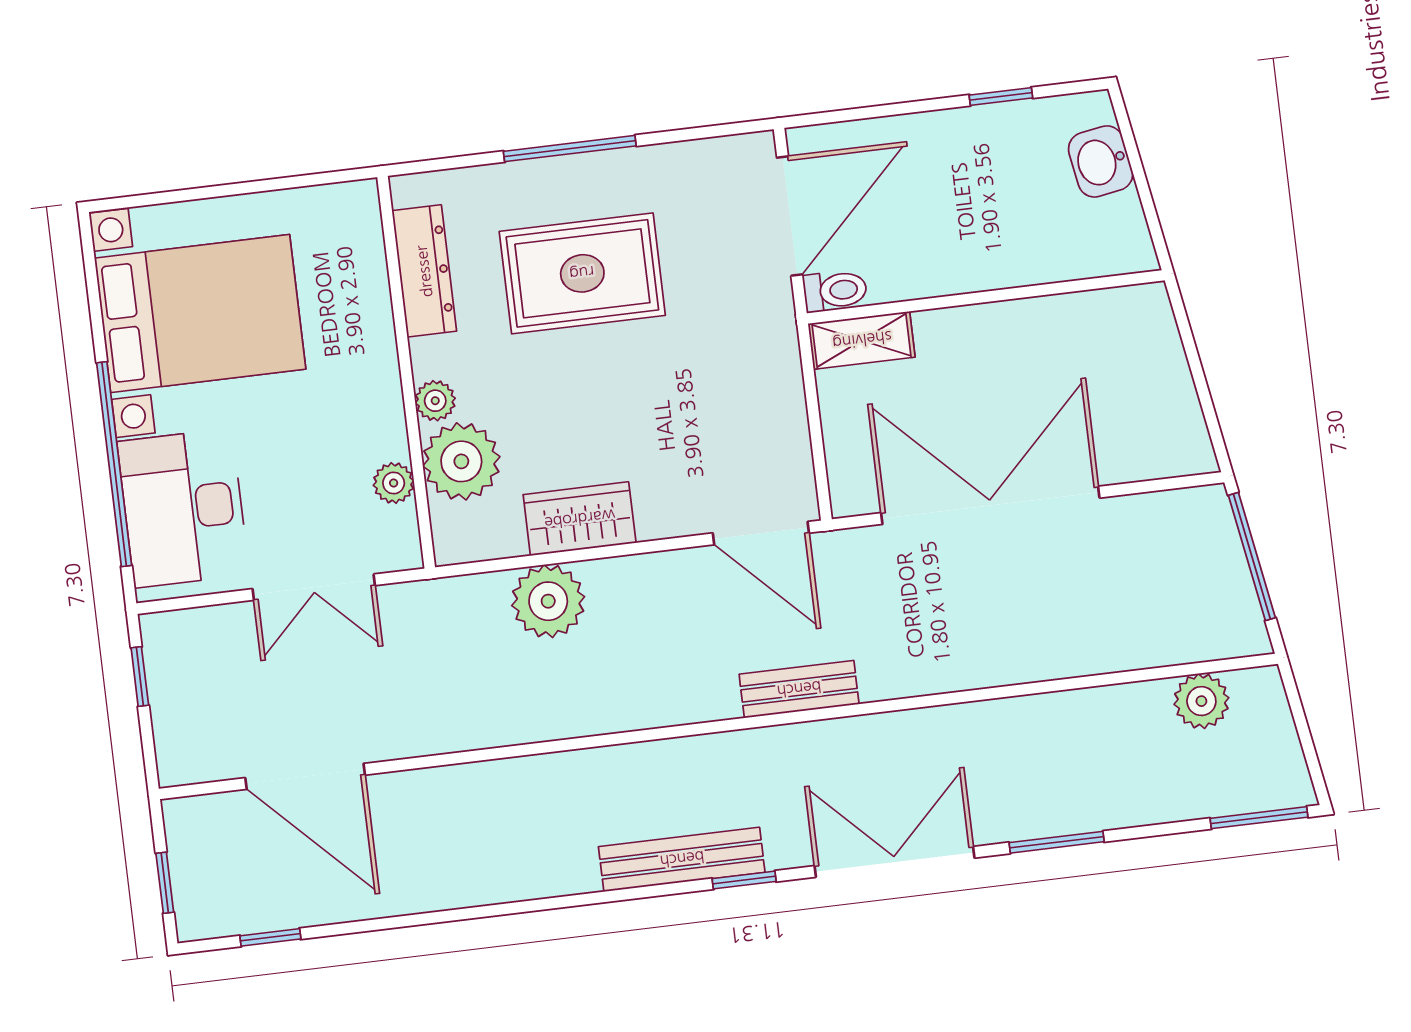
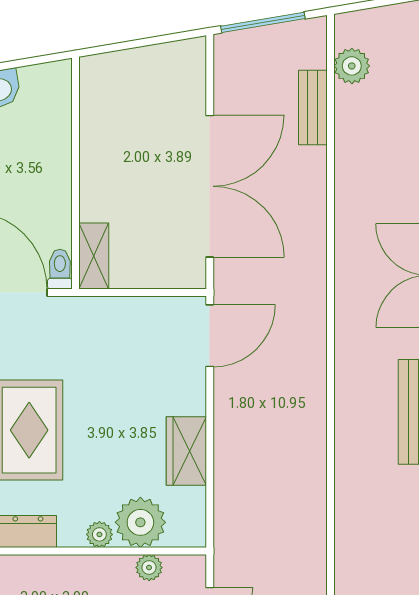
double door: (990, 505) -> (210, 186), swing flipped
plant: (548, 601) -> (237, 477), removed
bench: (799, 689) -> (313, 108), moved

